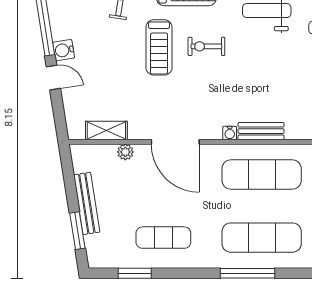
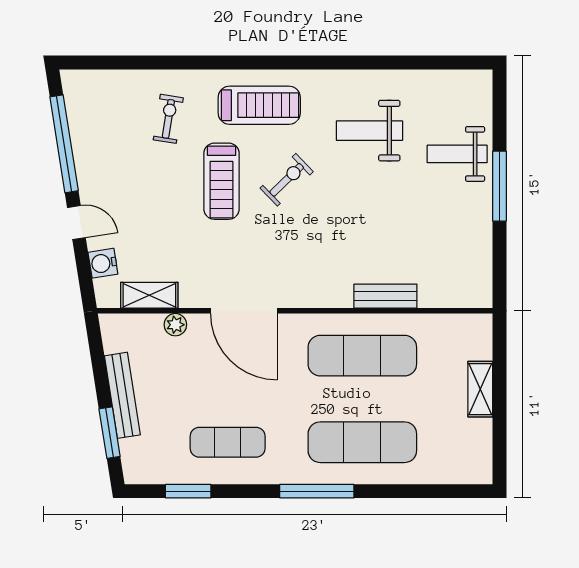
exercise bike: (206, 46) -> (287, 180), turned 136
water cooler: (64, 50) -> (103, 263), moved
bench: (261, 131) -> (385, 296), moved
water cooler: (230, 133) -> (319, 299), removed
window: (248, 273) -> (317, 491), moved

